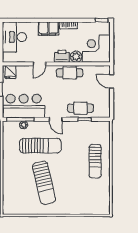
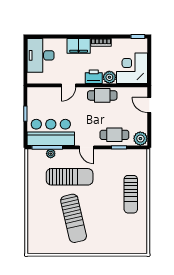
fridge: (10, 72) -> (36, 94), removed
plant: (104, 111) -> (140, 139), added

